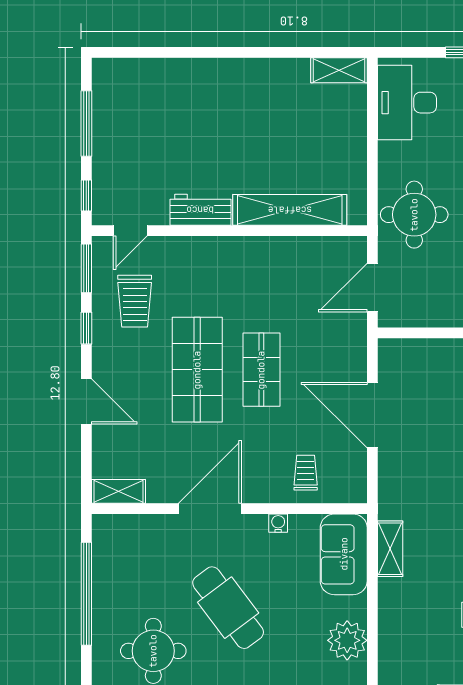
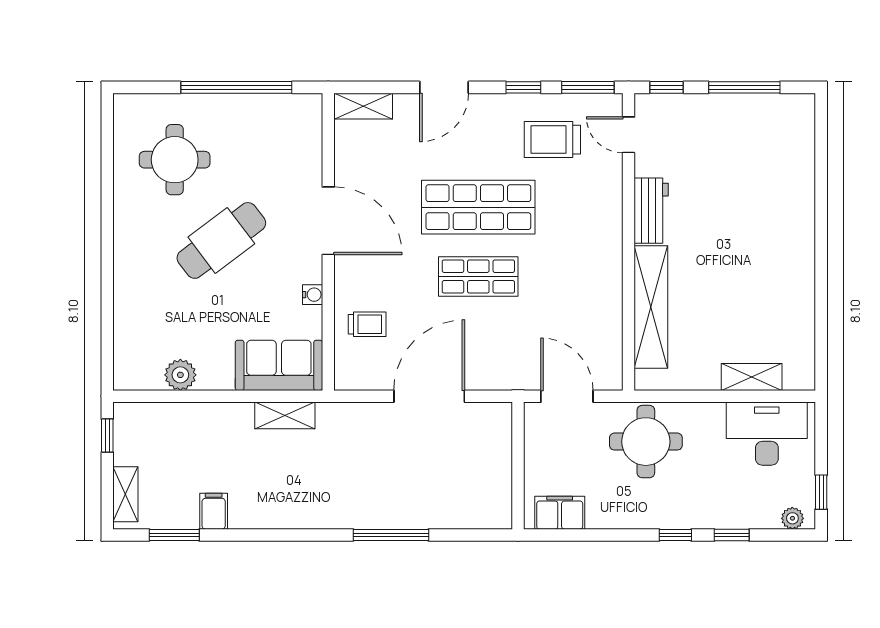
shelving: (339, 70) -> (752, 377), moved, turned 90
shelving: (118, 491) -> (363, 106), moved, turned 90
plant: (347, 640) -> (180, 375), width x0.73, depth x0.73

